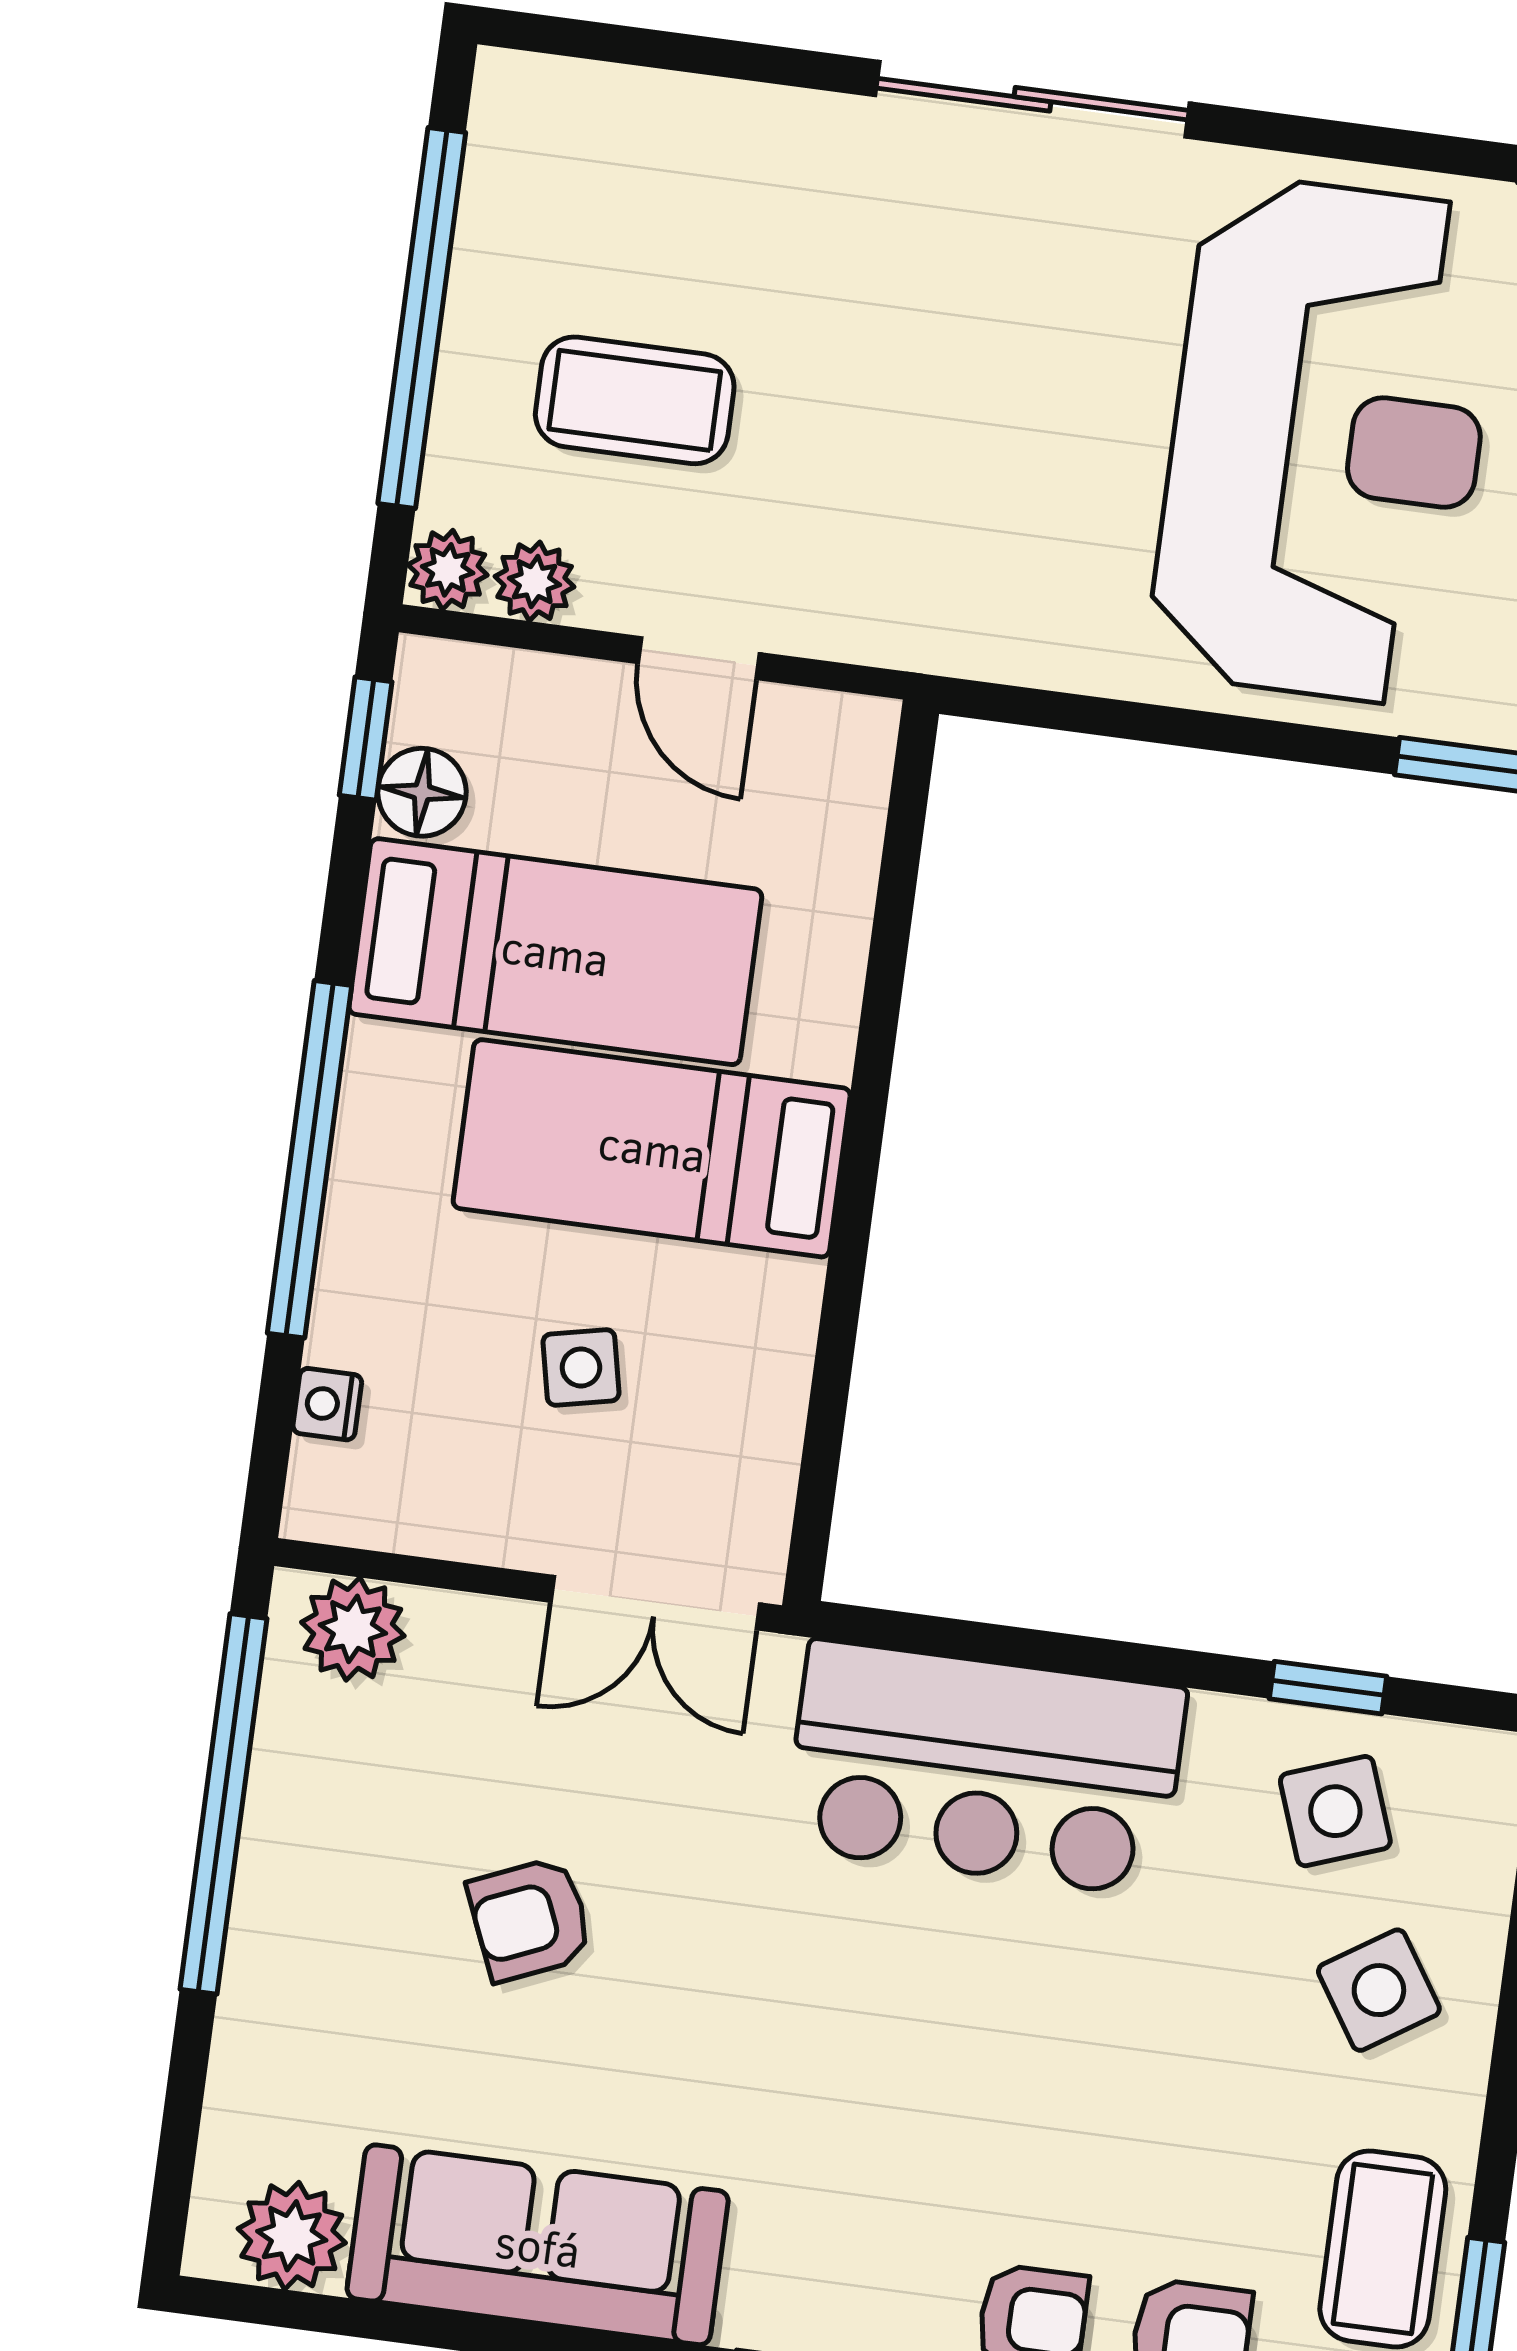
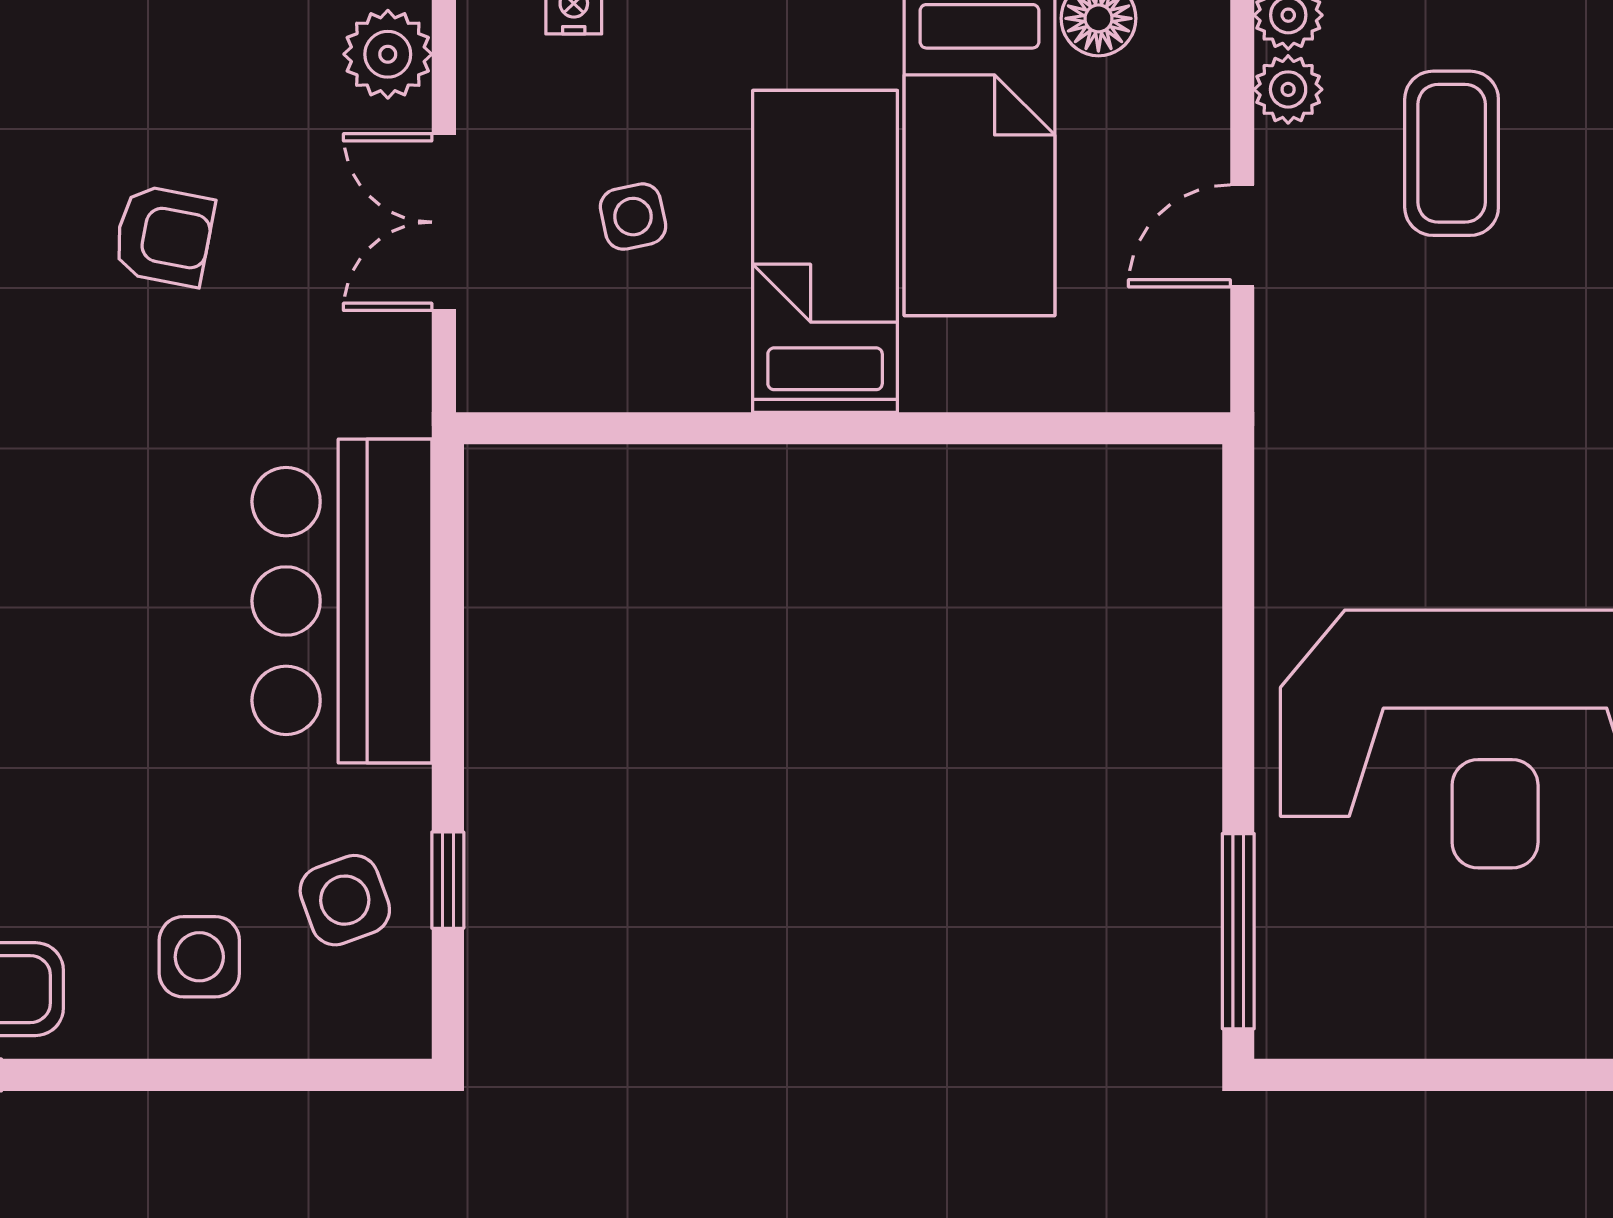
double door: (655, 1603) -> (444, 222), moved
armchair: (530, 1919) -> (164, 236), turned 124
side table: (1379, 1990) -> (199, 957), turned 33

